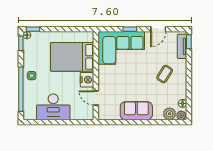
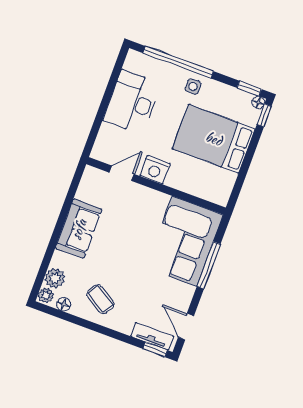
window: (130, 29) -> (209, 265), width x2.17
door: (158, 29) -> (186, 327), moved
bed: (72, 57) -> (214, 139), moved, turned -90
coffee table: (165, 74) -> (100, 299), moved

